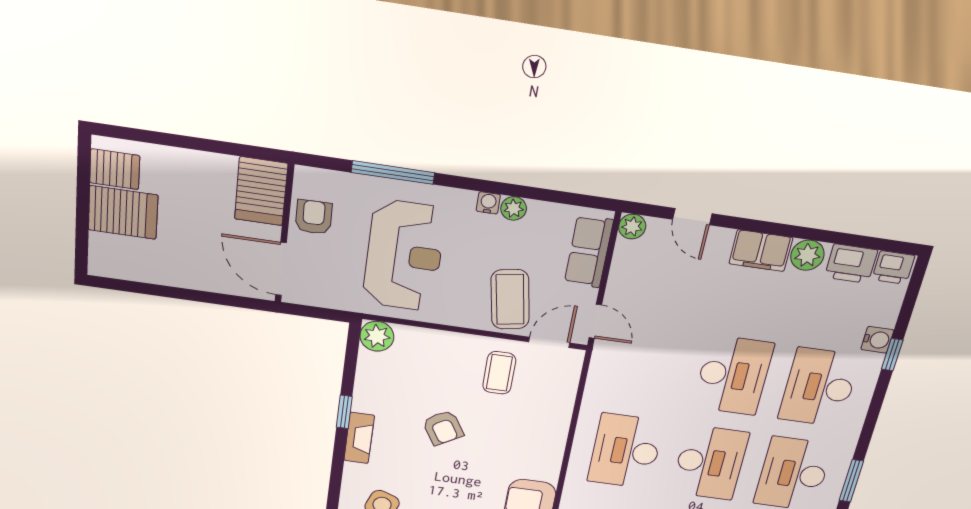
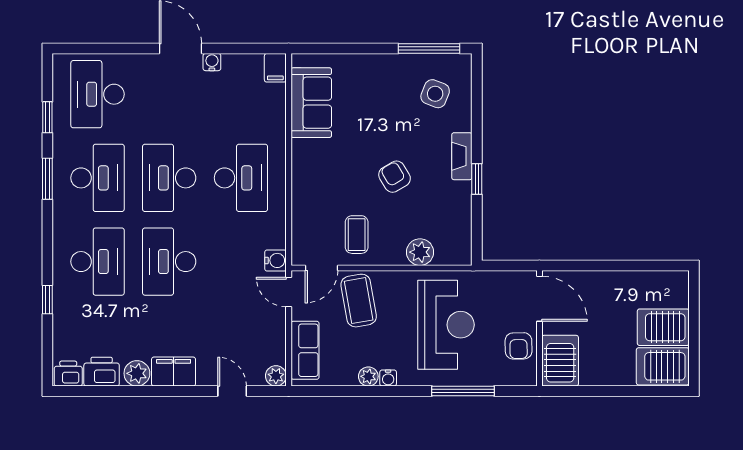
server rack: (115, 169) -> (663, 366), width x1.36, depth x1.44
reception desk: (404, 256) -> (446, 325), turned 180
plant: (377, 336) -> (420, 252), moved
water cooler: (877, 340) -> (276, 260), moved, turned 180

